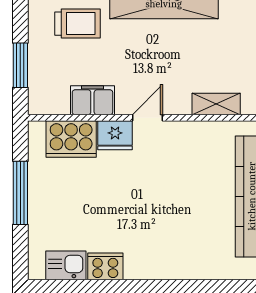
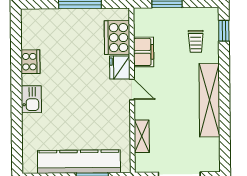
trolley: (78, 24) -> (196, 41), width x0.73, depth x0.72
kitchen sink: (66, 265) -> (31, 99), moved

